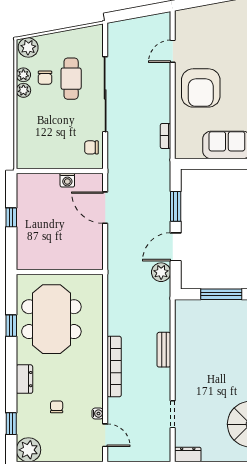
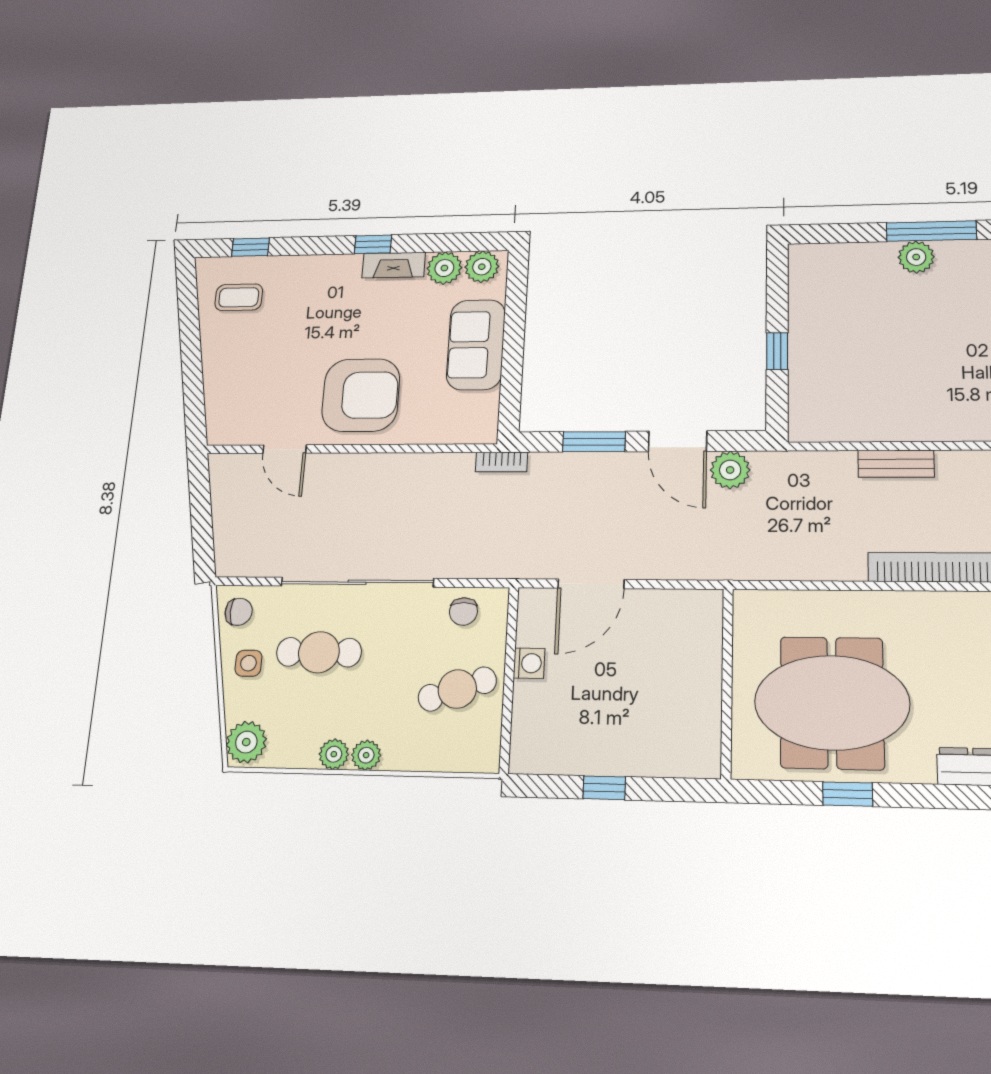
side table: (65, 44) -> (248, 663), added
plant: (23, 75) -> (366, 755), moved
chair: (45, 78) -> (239, 612), moved
bookcase: (165, 136) -> (502, 462), moved
cafe table: (55, 147) -> (457, 689), added
window: (221, 294) -> (777, 351), width x0.46

